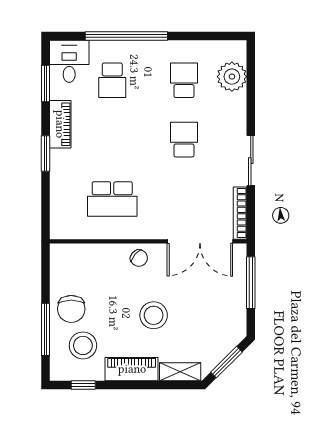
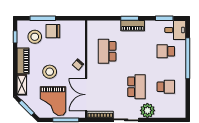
plant: (232, 77) -> (147, 110), moved
piano: (60, 124) -> (133, 26), moved
school desk: (184, 140) -> (136, 87), width x1.85
grand piano: (213, 308) -> (53, 101), added

